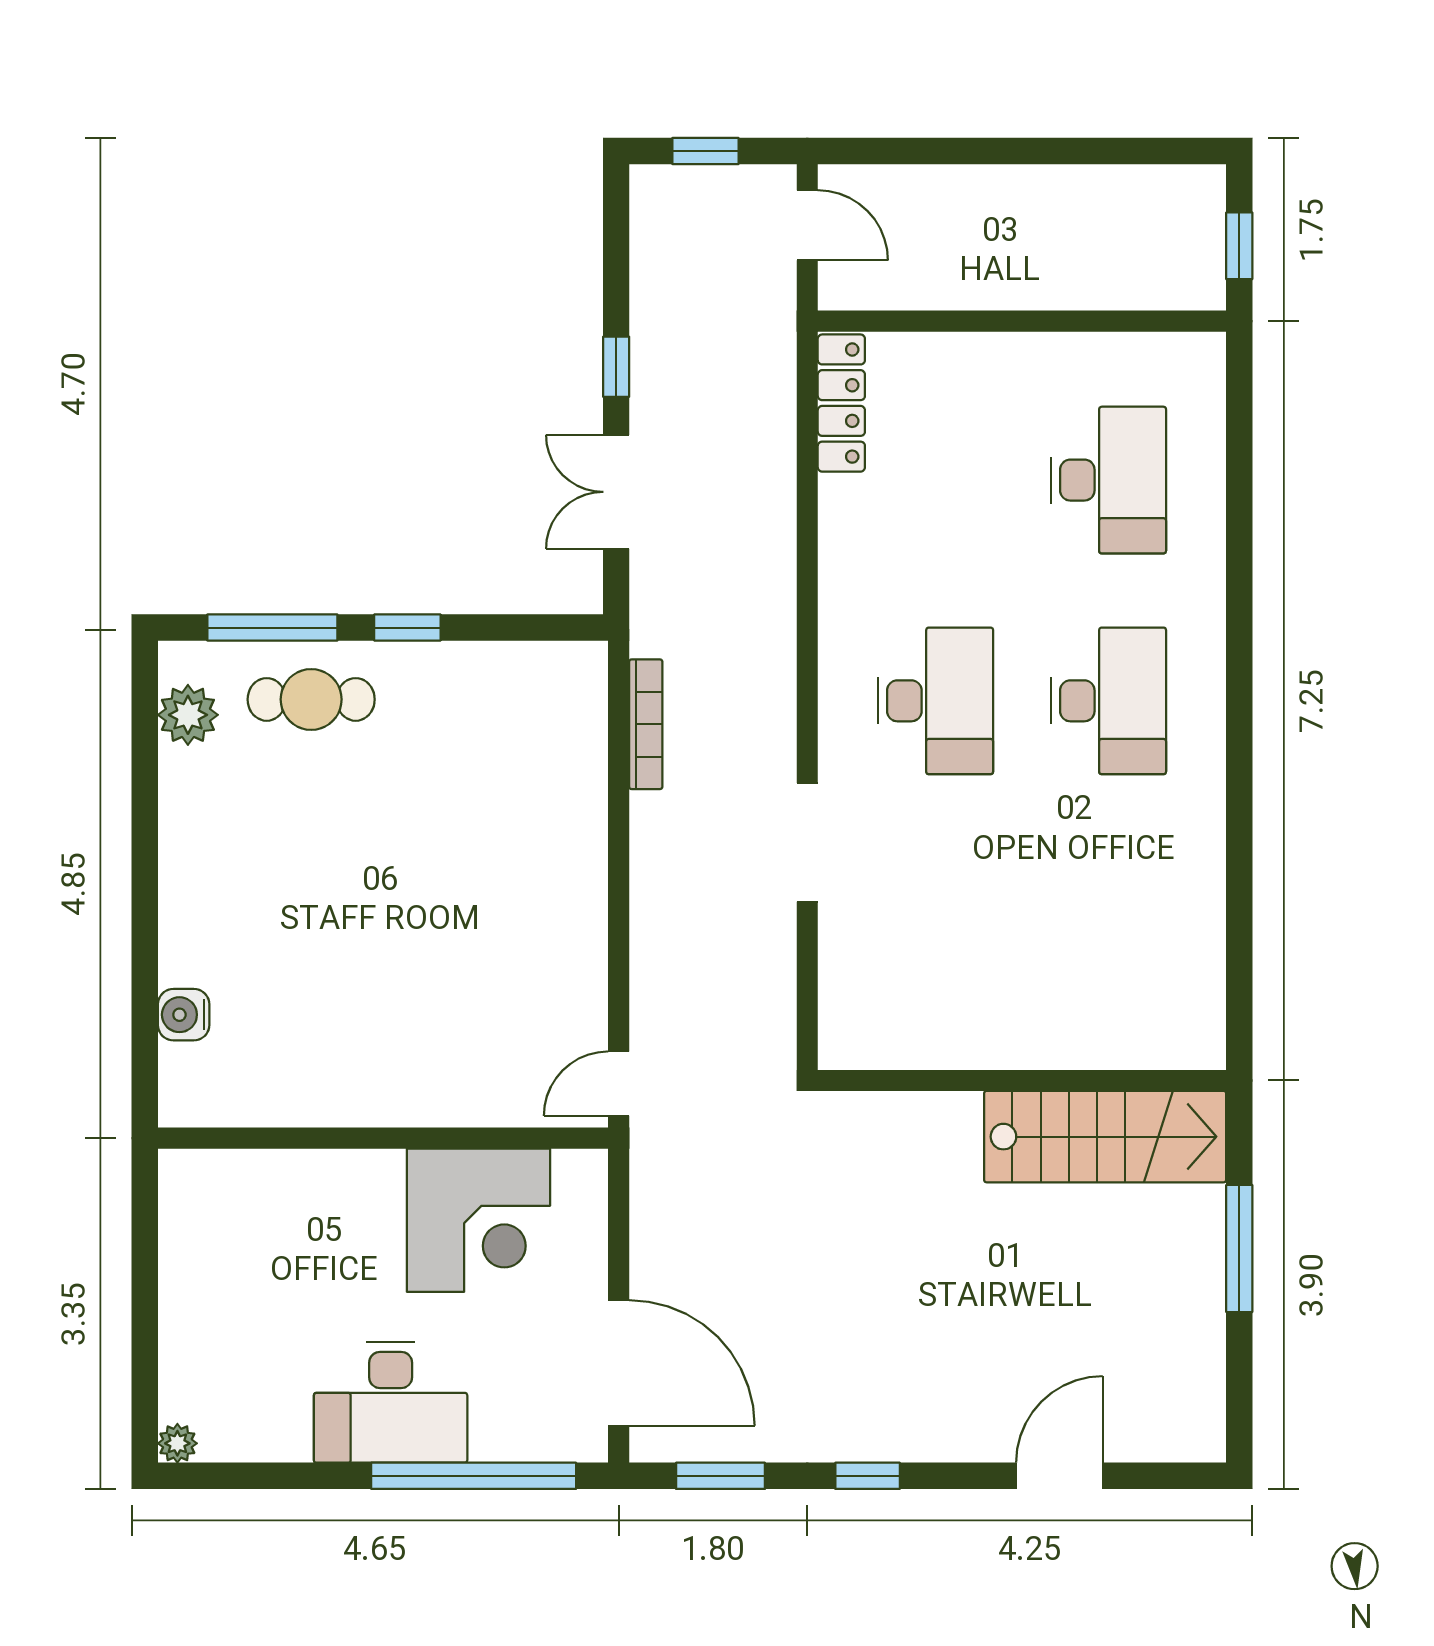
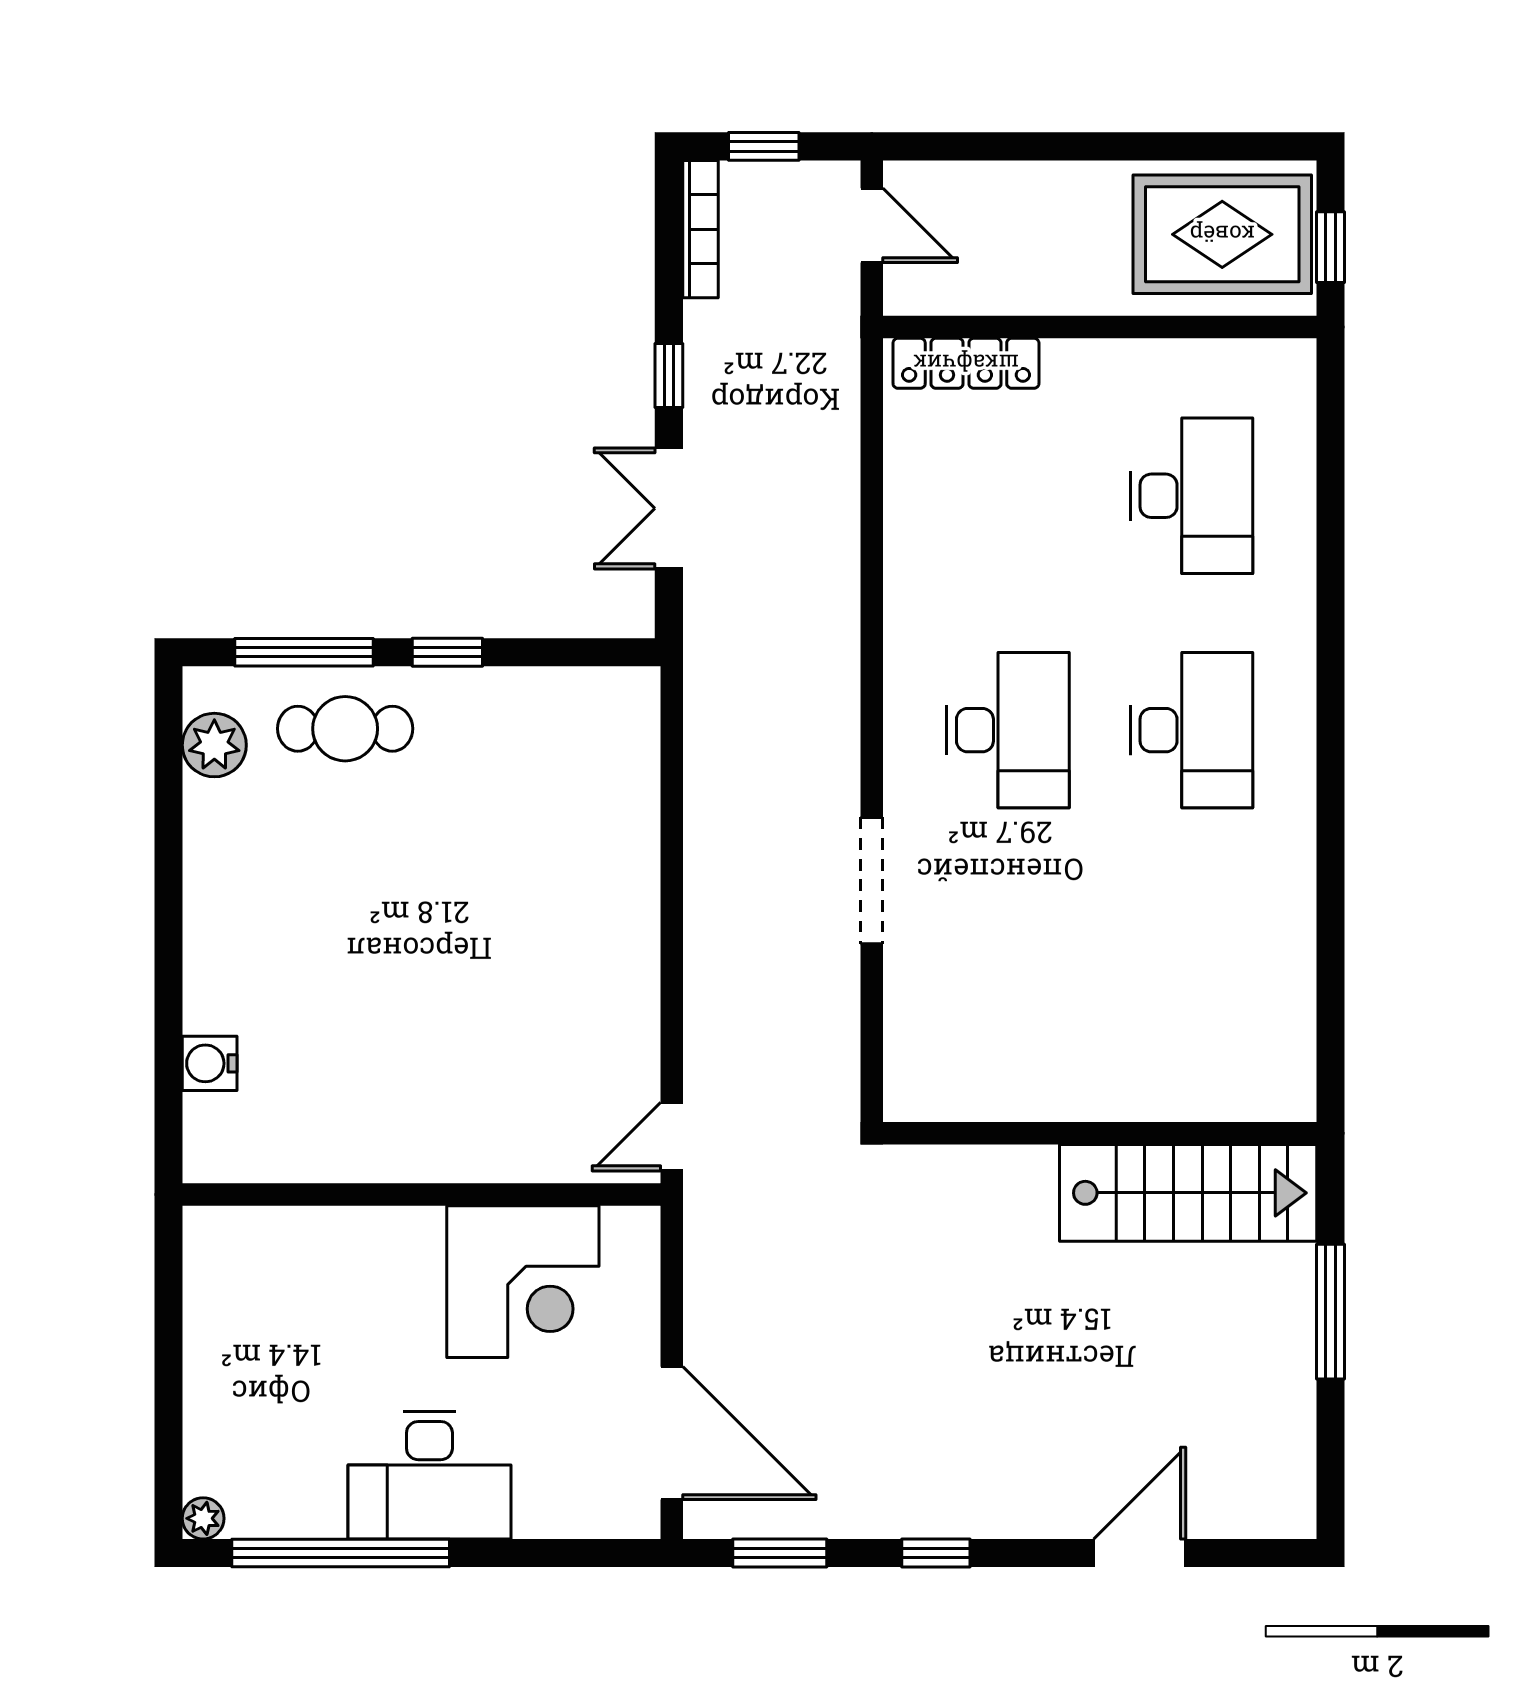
rug: (1137, 234) -> (1222, 234), added
locker: (841, 403) -> (966, 363), moved, turned 90
bookcase: (646, 724) -> (700, 229), moved
window: (474, 1476) -> (341, 1553), moved

